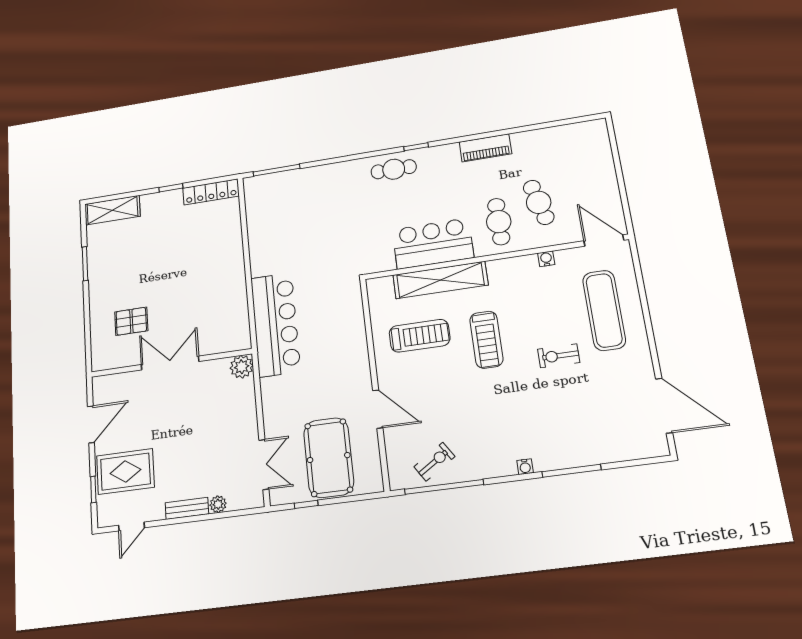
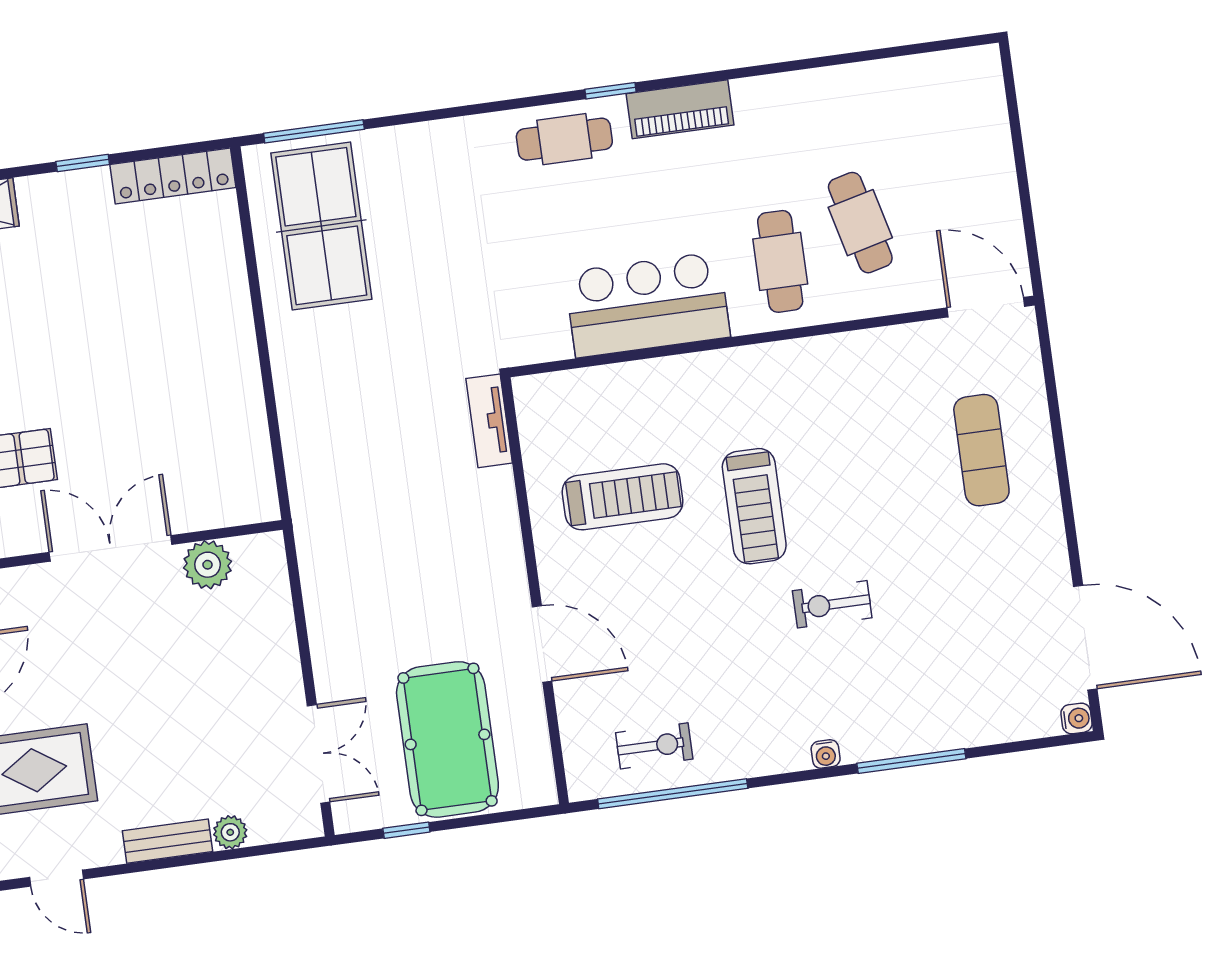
piano: (485, 148) -> (680, 109), moved
table tennis table: (278, 212) -> (321, 226), added
water cooler: (546, 259) -> (1076, 718), moved, turned 90
shelving: (440, 280) -> (663, 382), removed
tv unit: (354, 300) -> (489, 421), added
exercise mat: (604, 310) -> (981, 450), width x0.73, depth x0.69
bar counter: (275, 324) -> (328, 470), removed
exercise bike: (559, 356) -> (832, 604), moved
plant: (242, 367) -> (208, 565), moved
exercise bike: (434, 462) -> (654, 746), turned 33
door: (132, 527) -> (56, 878), hinge flipped

